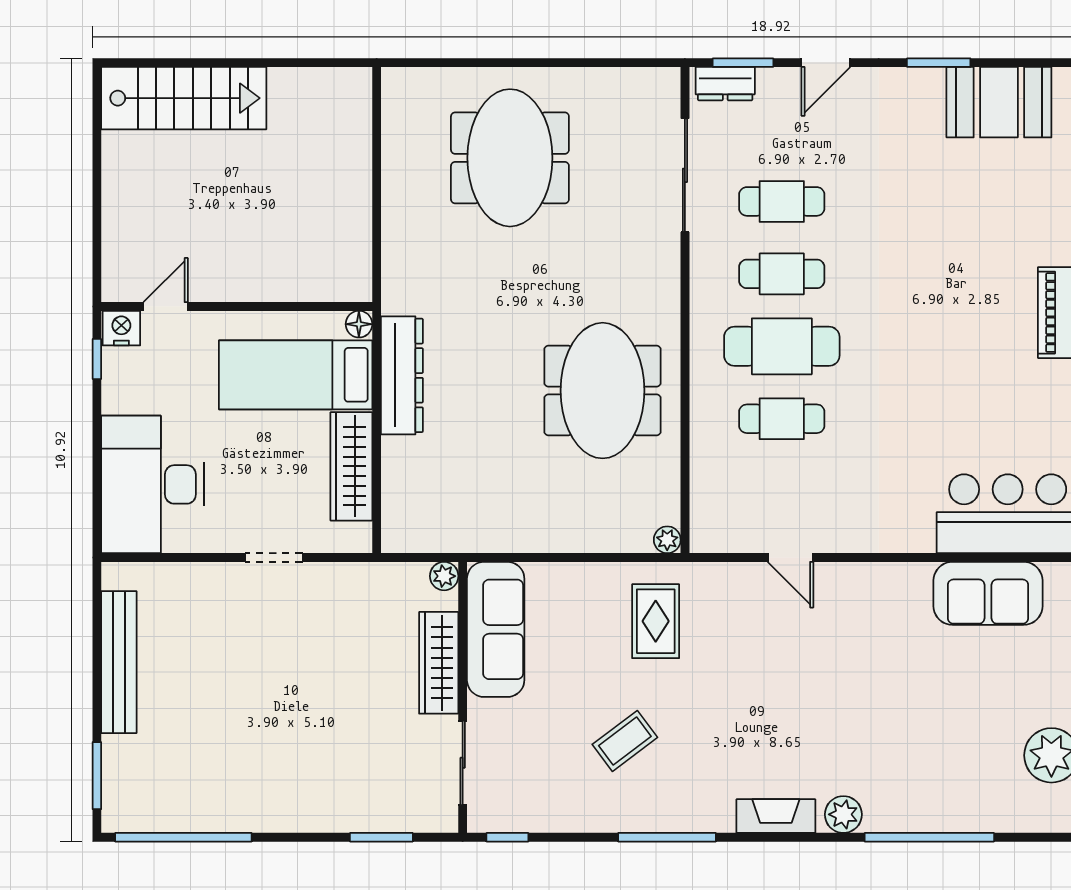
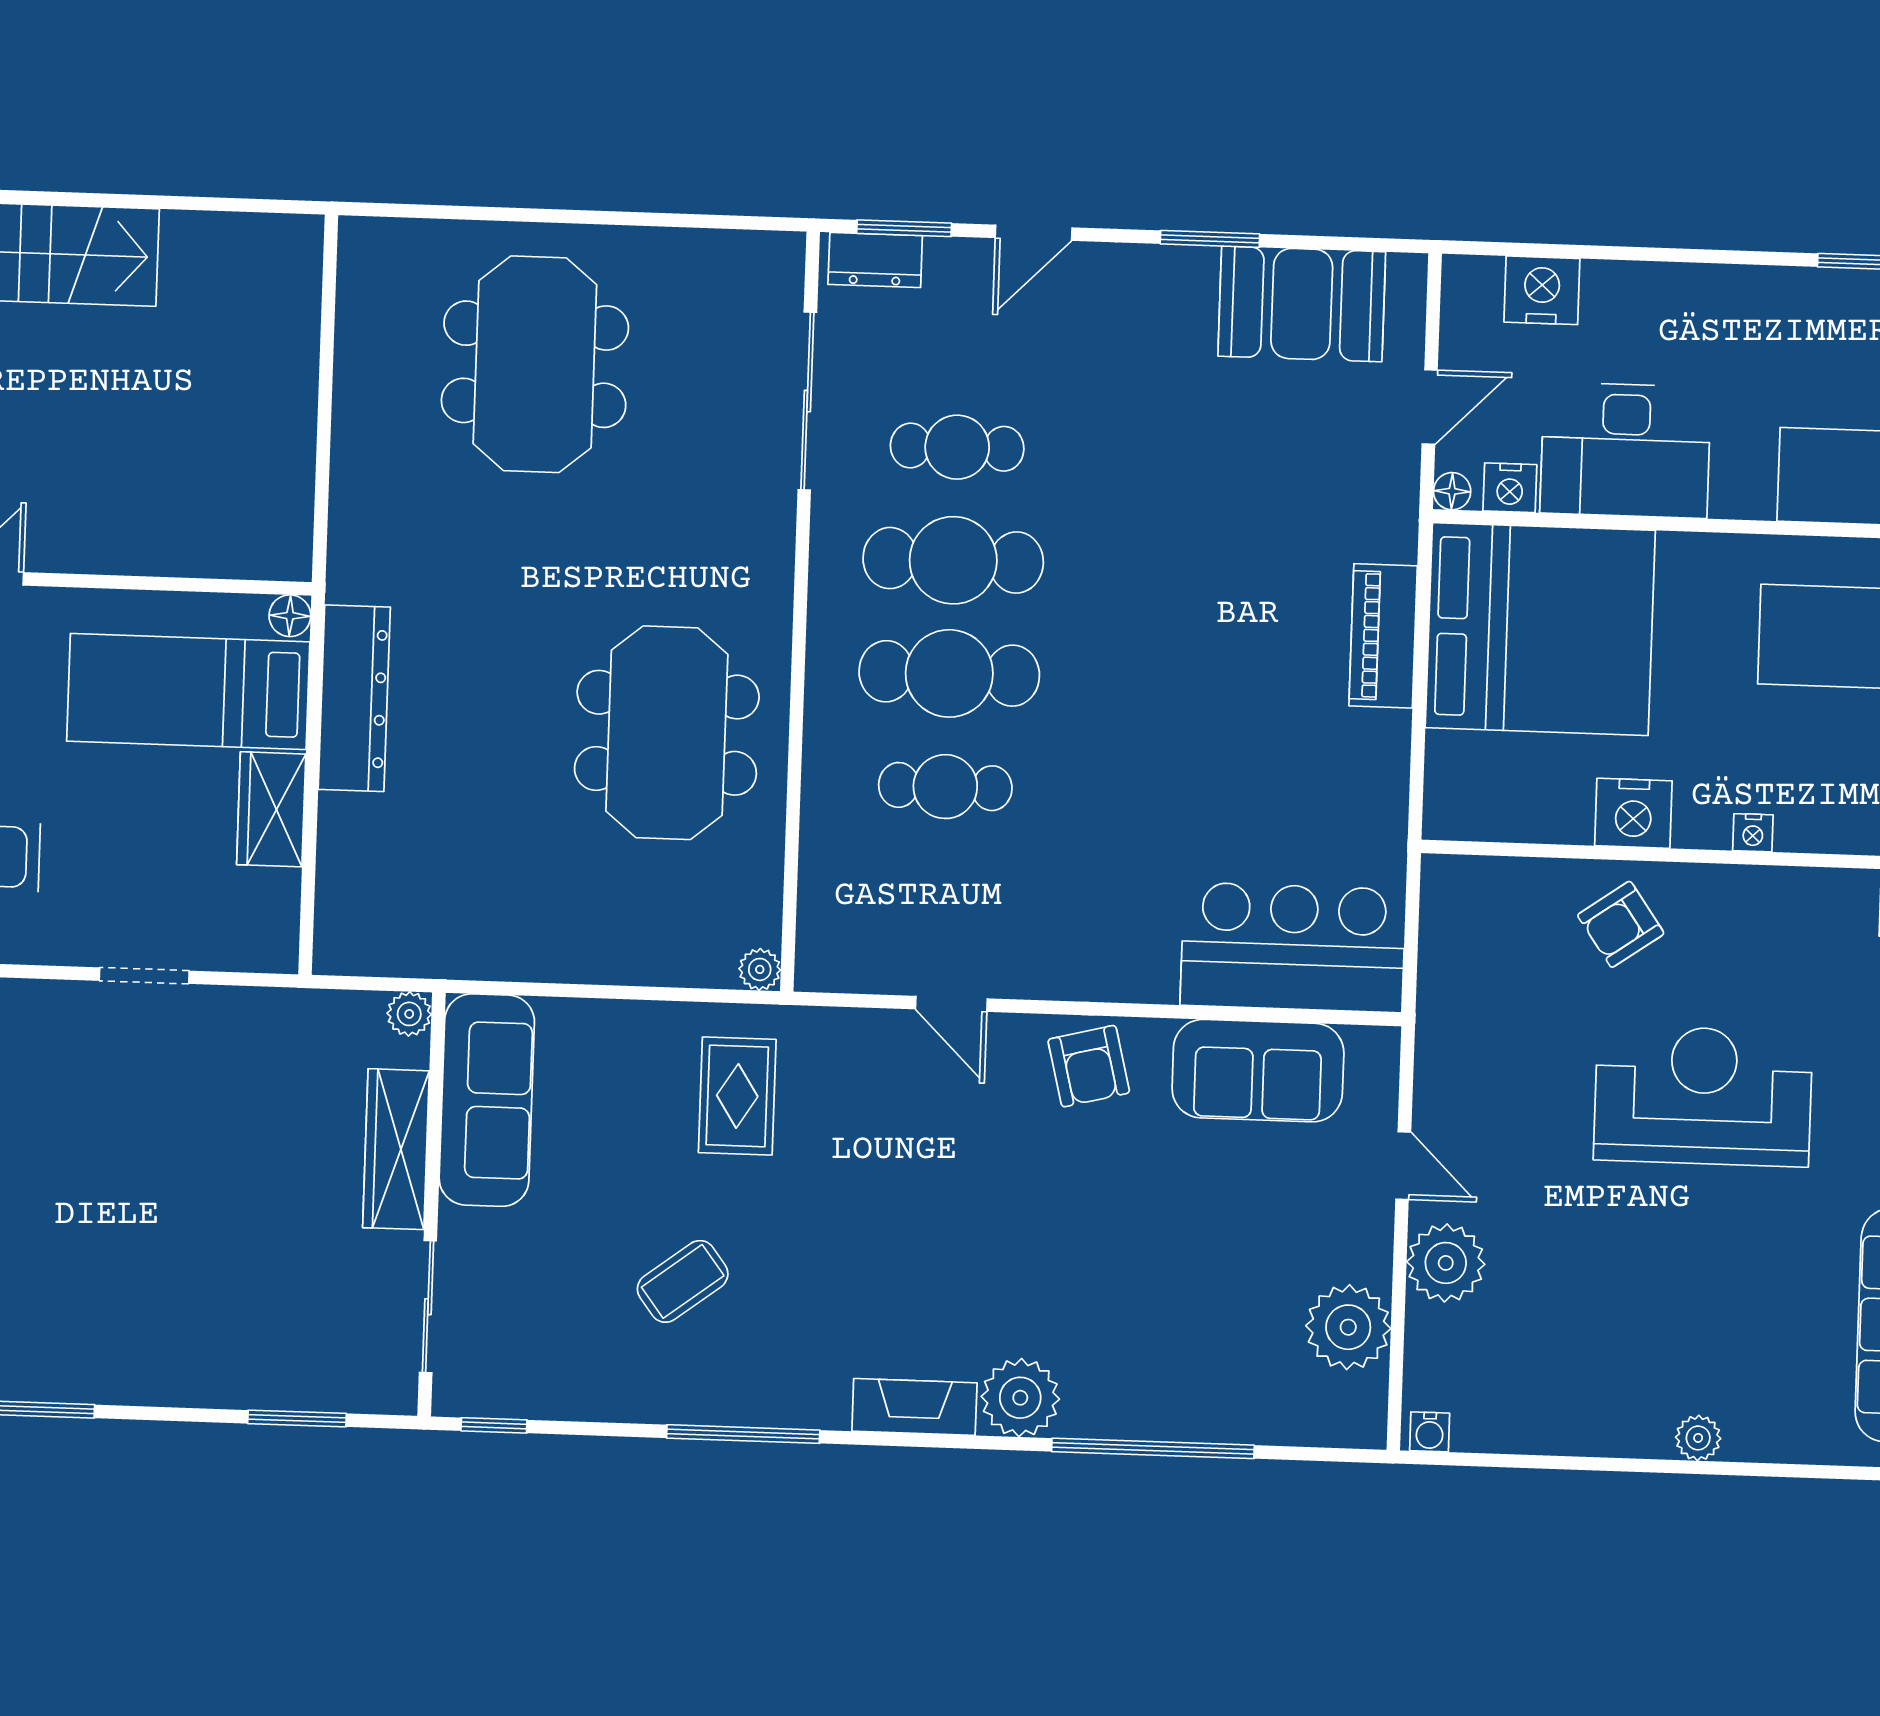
cafe table: (782, 274) -> (953, 560), width x1.37, depth x1.35
wardrobe: (351, 466) -> (271, 809), width x0.67
armchair: (880, 594) -> (1089, 1066), added
plant: (843, 814) -> (1020, 1398), width x1.36, depth x1.36

